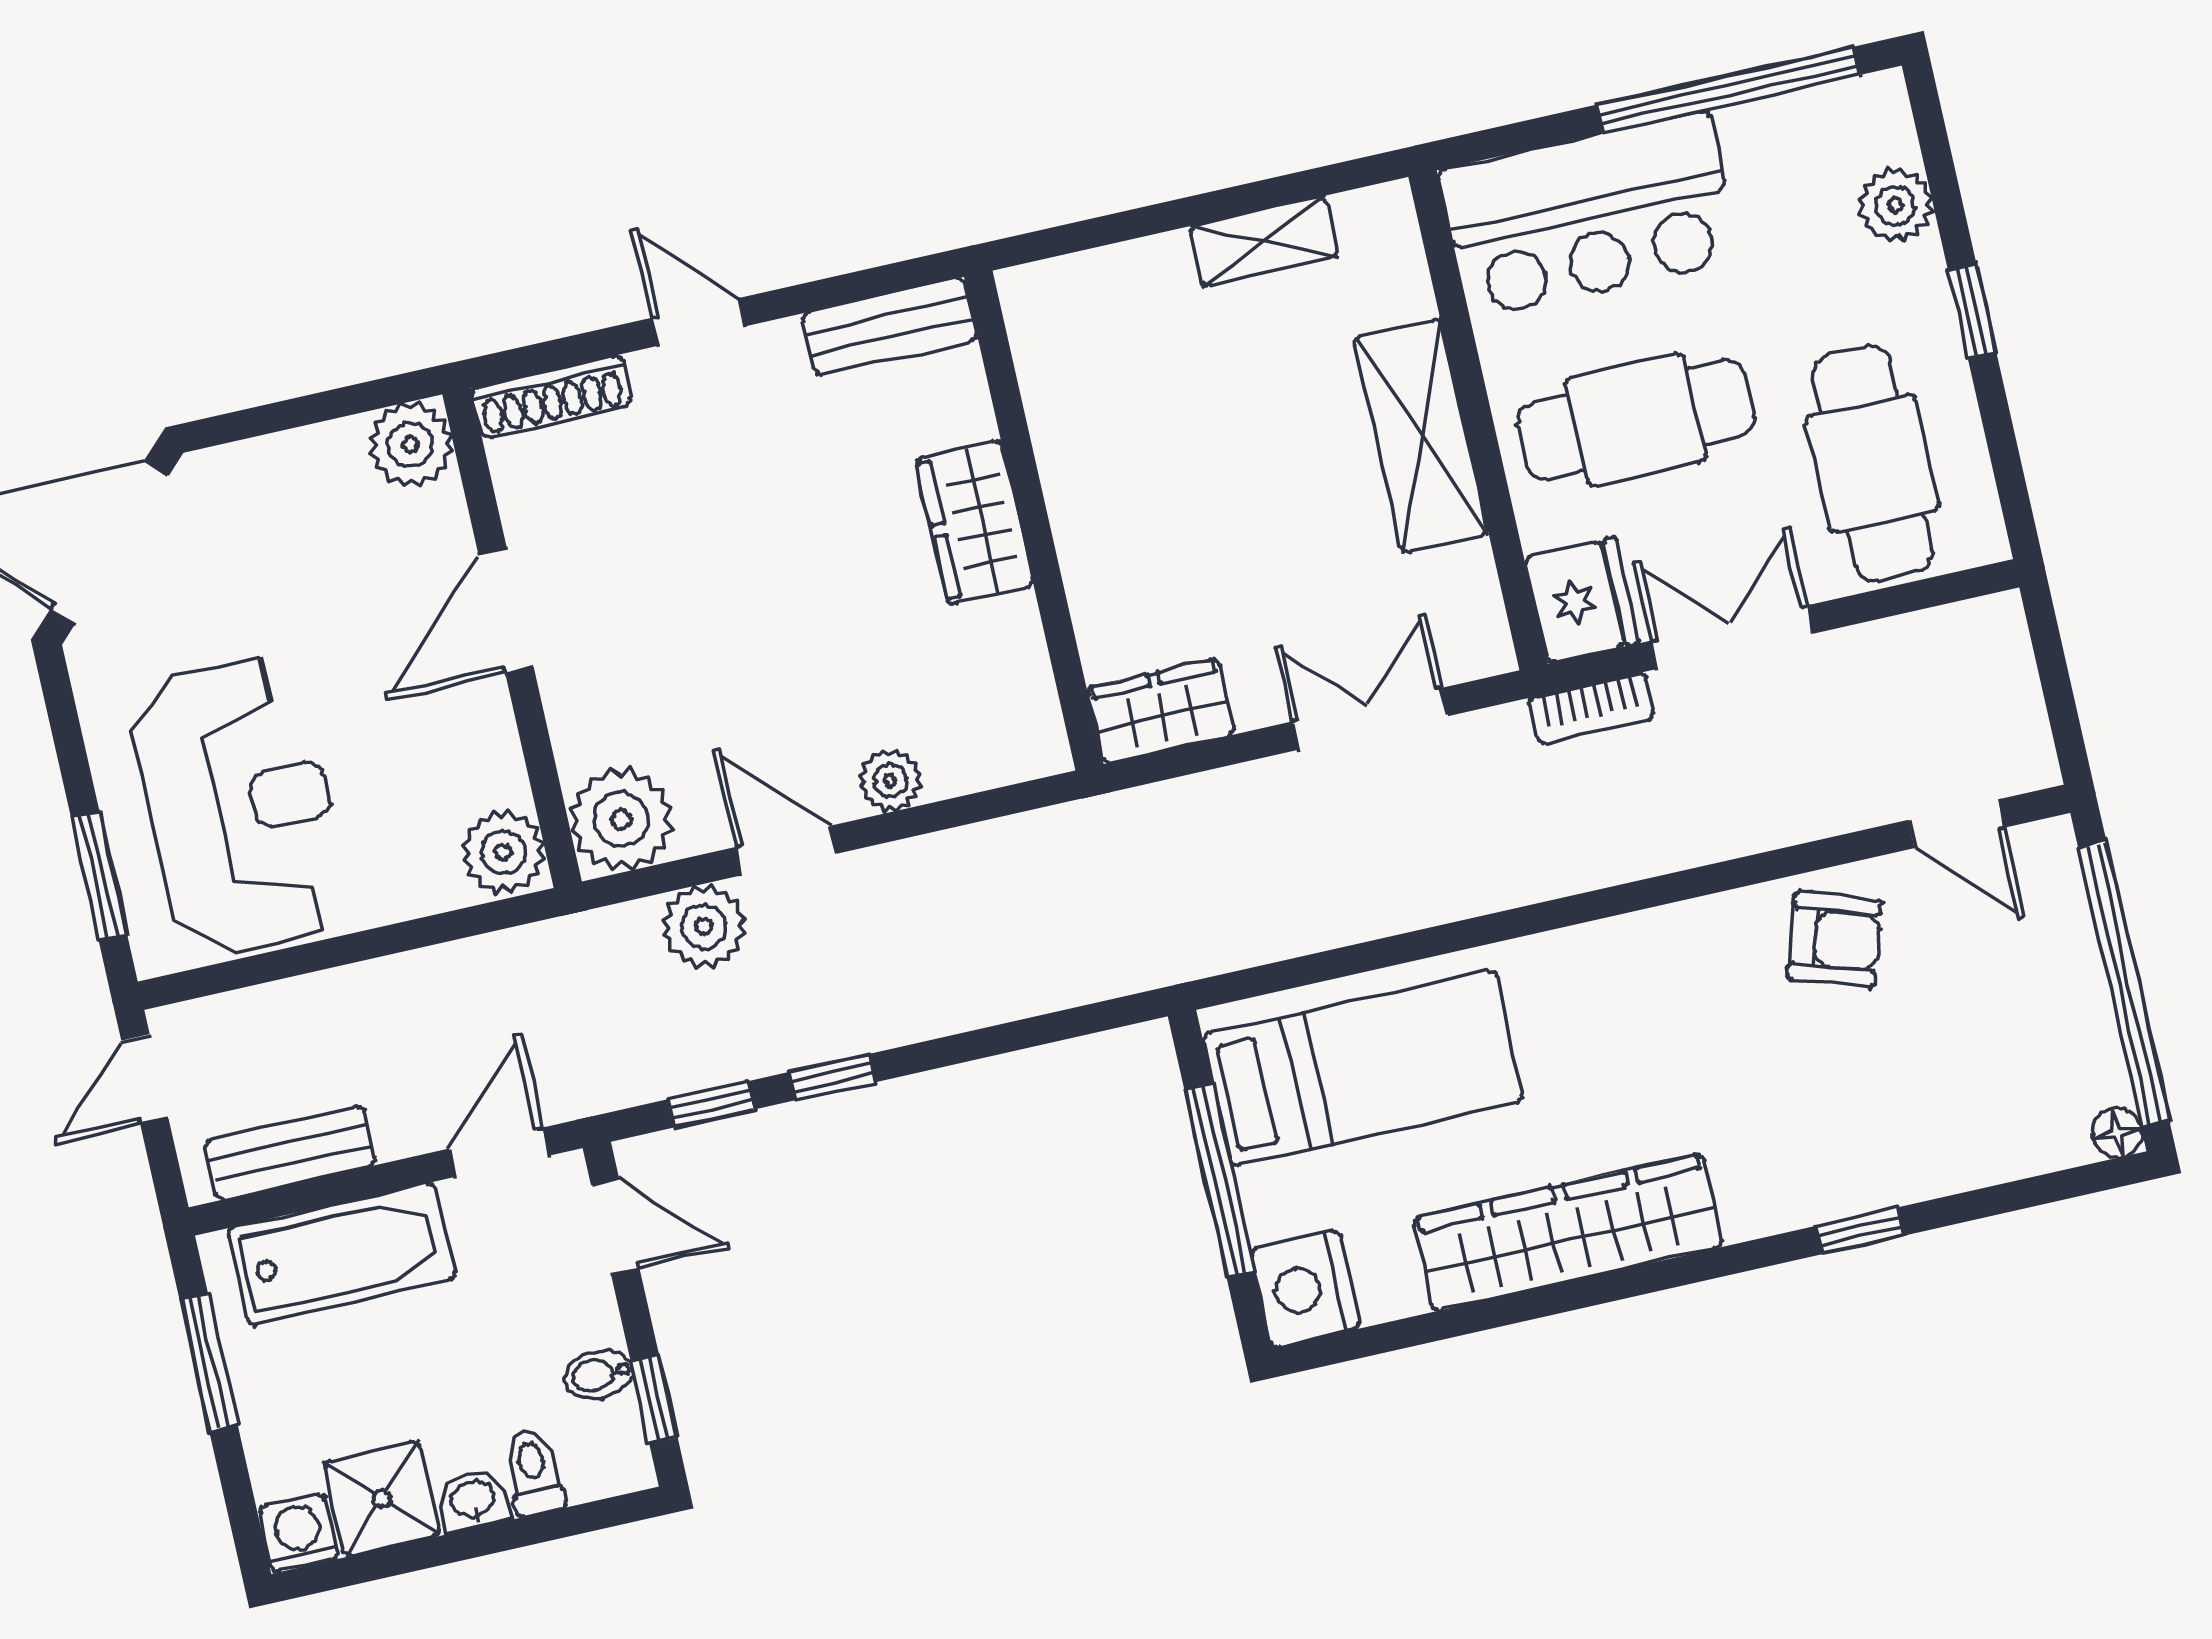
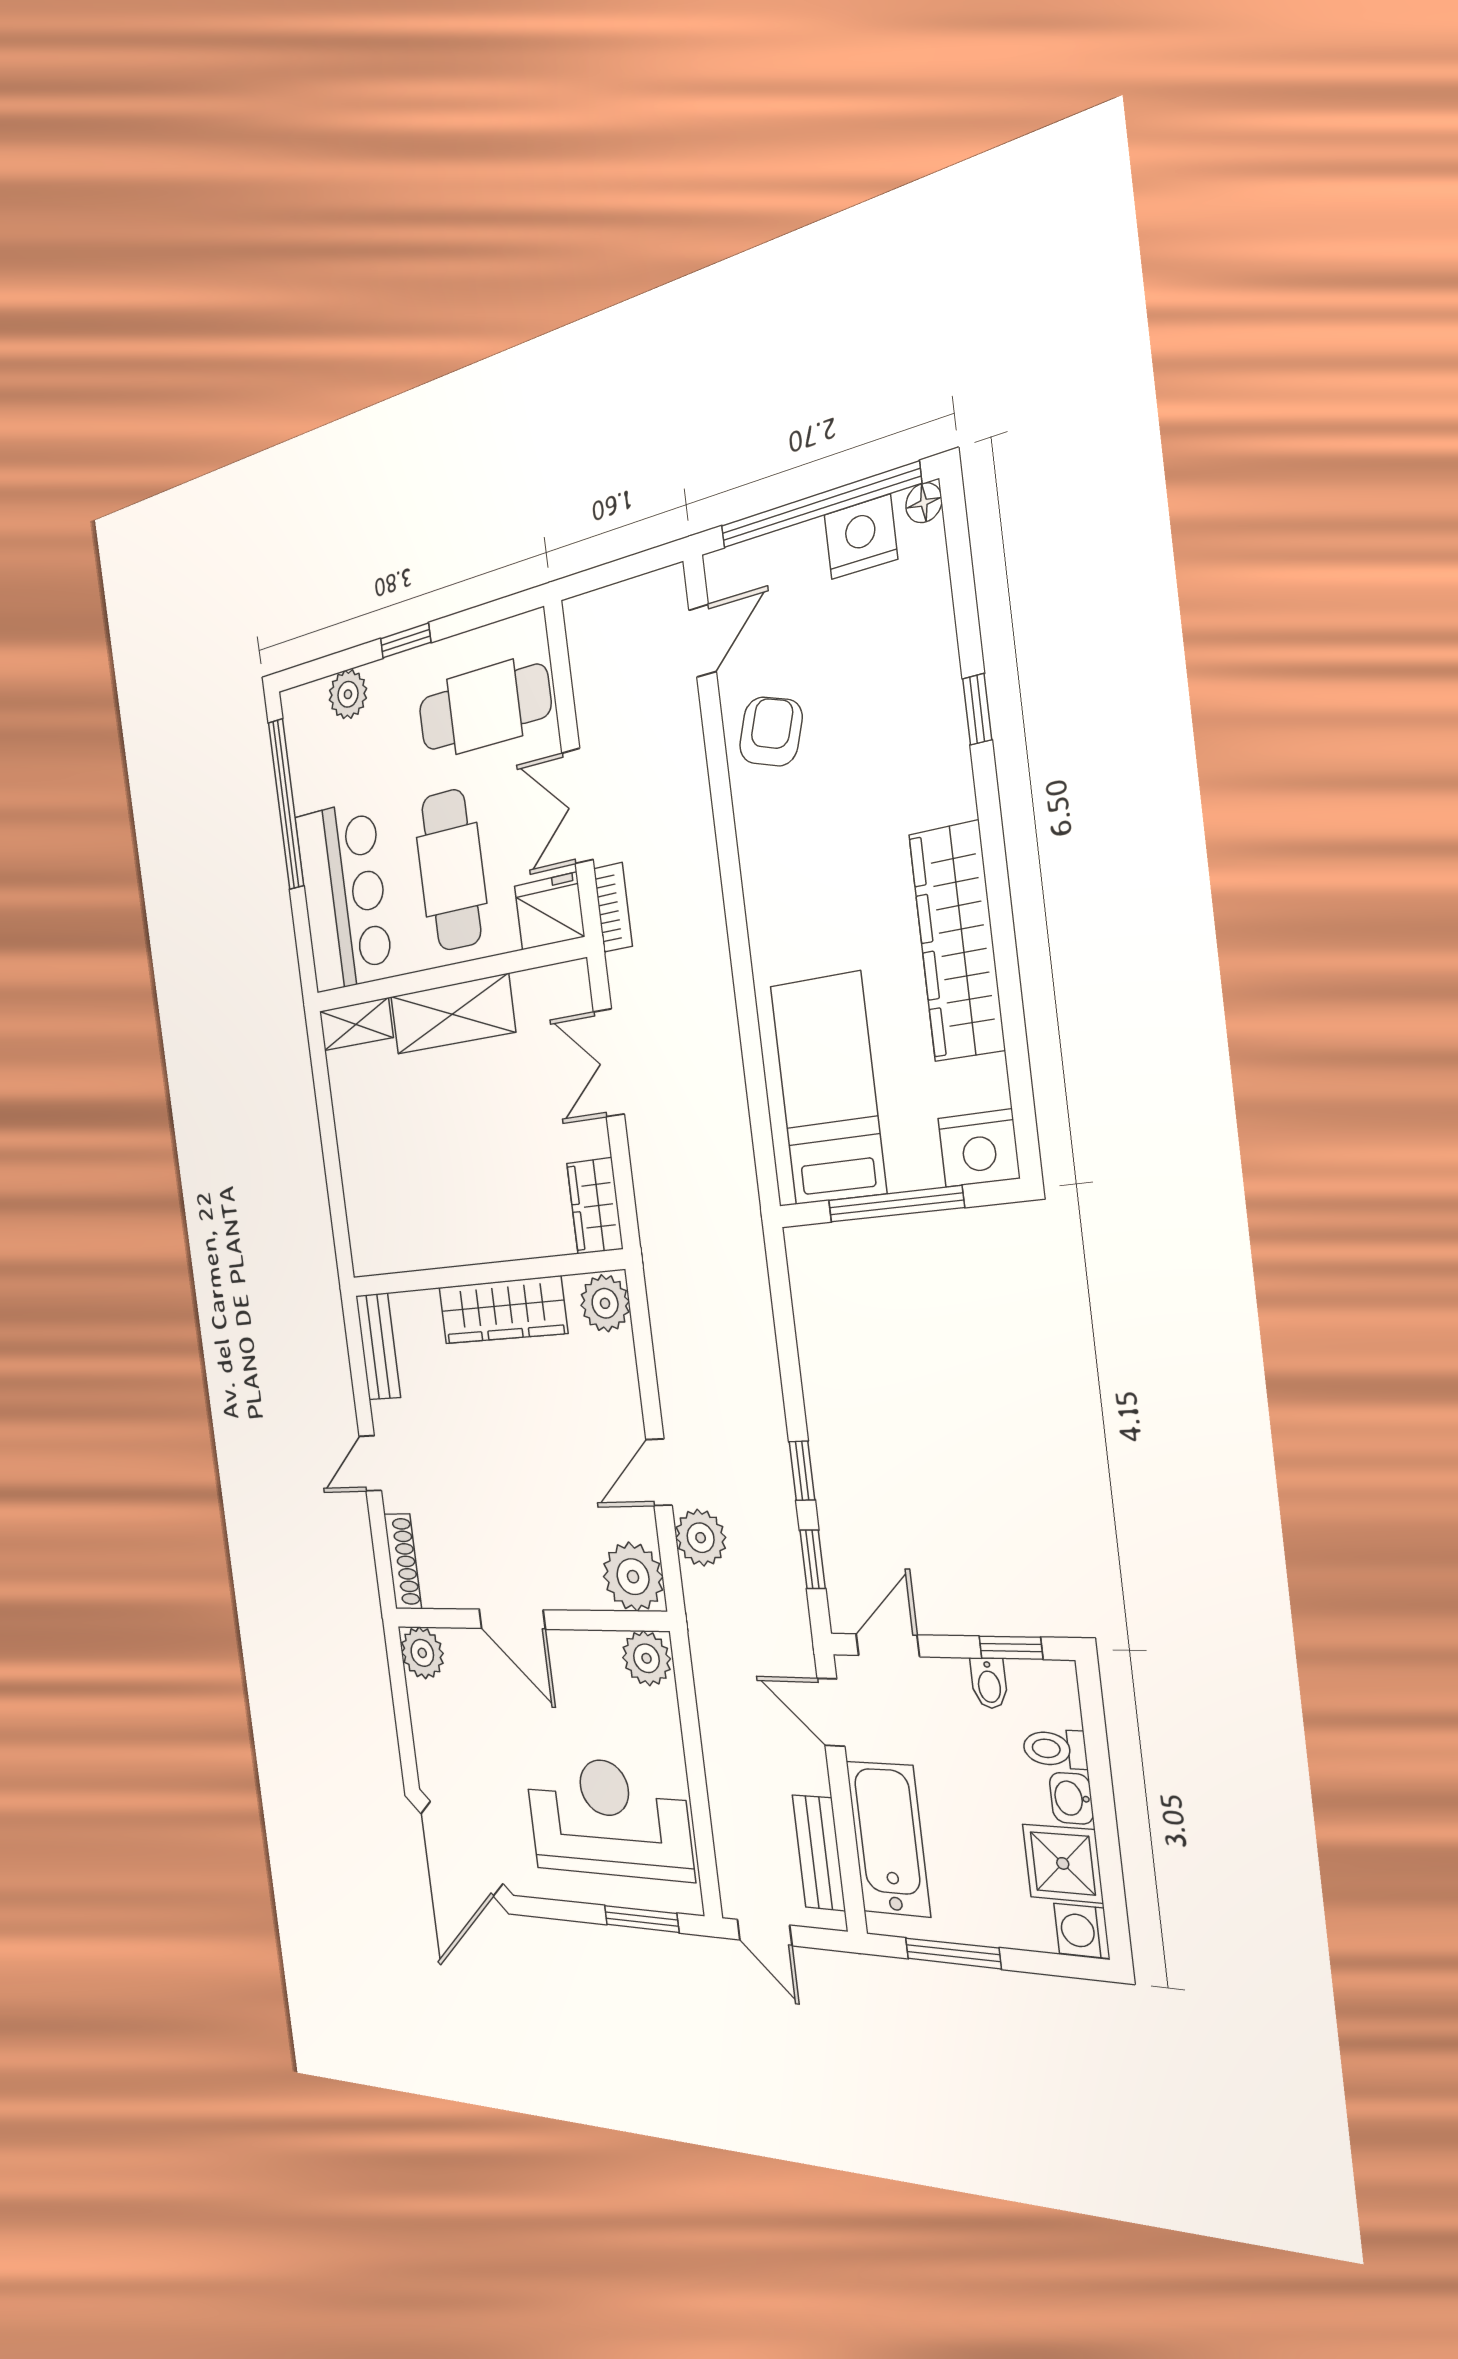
shelving: (1264, 241) -> (356, 1024), moved, turned 90
wardrobe: (975, 522) -> (502, 1310), width x1.50
plant: (890, 781) -> (605, 1303), moved, width x1.38, depth x1.38
nightstand: (2080, 1049) -> (861, 537), added

